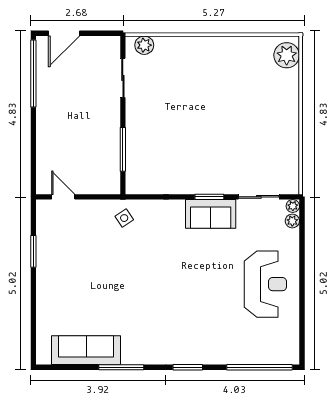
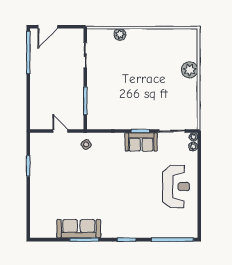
plant: (144, 45) -> (120, 34), moved
plant: (287, 55) -> (190, 70), moved
door: (63, 197) -> (60, 131), moved
sofa: (86, 350) -> (79, 229), moved

